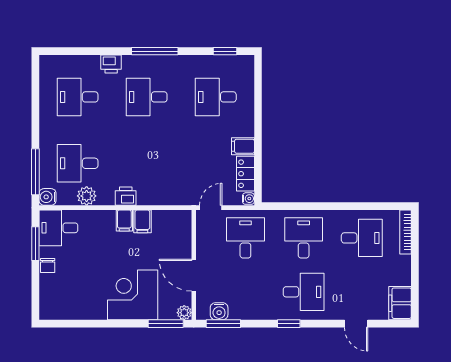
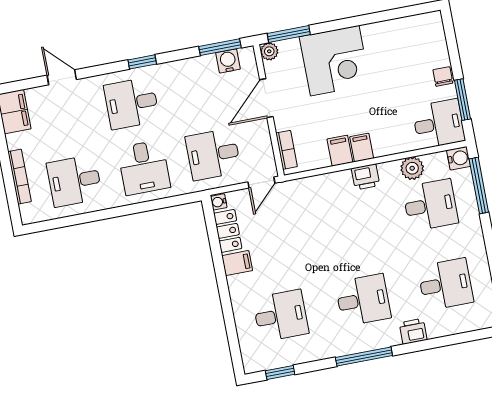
bookcase: (185, 230) -> (287, 150), added
bookcase: (406, 232) -> (20, 177), moved
desk: (245, 238) -> (213, 154), turned 90
door: (194, 275) -> (266, 98), swing flipped

